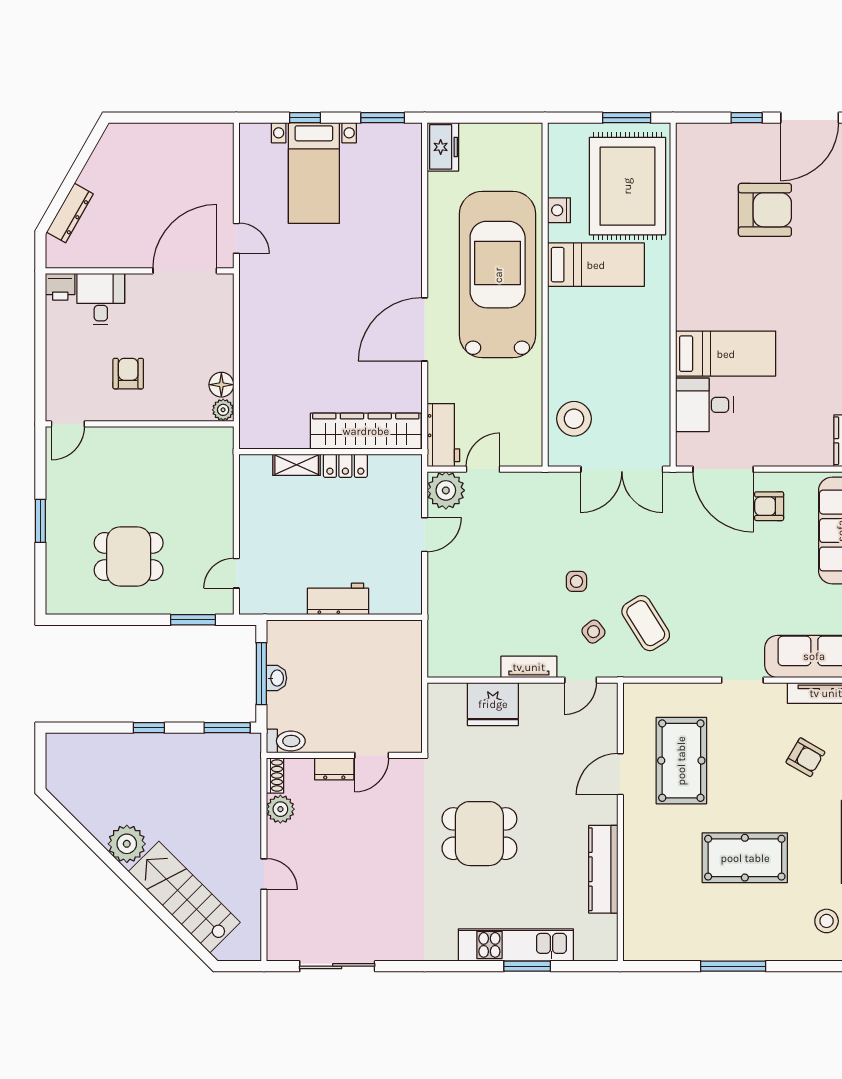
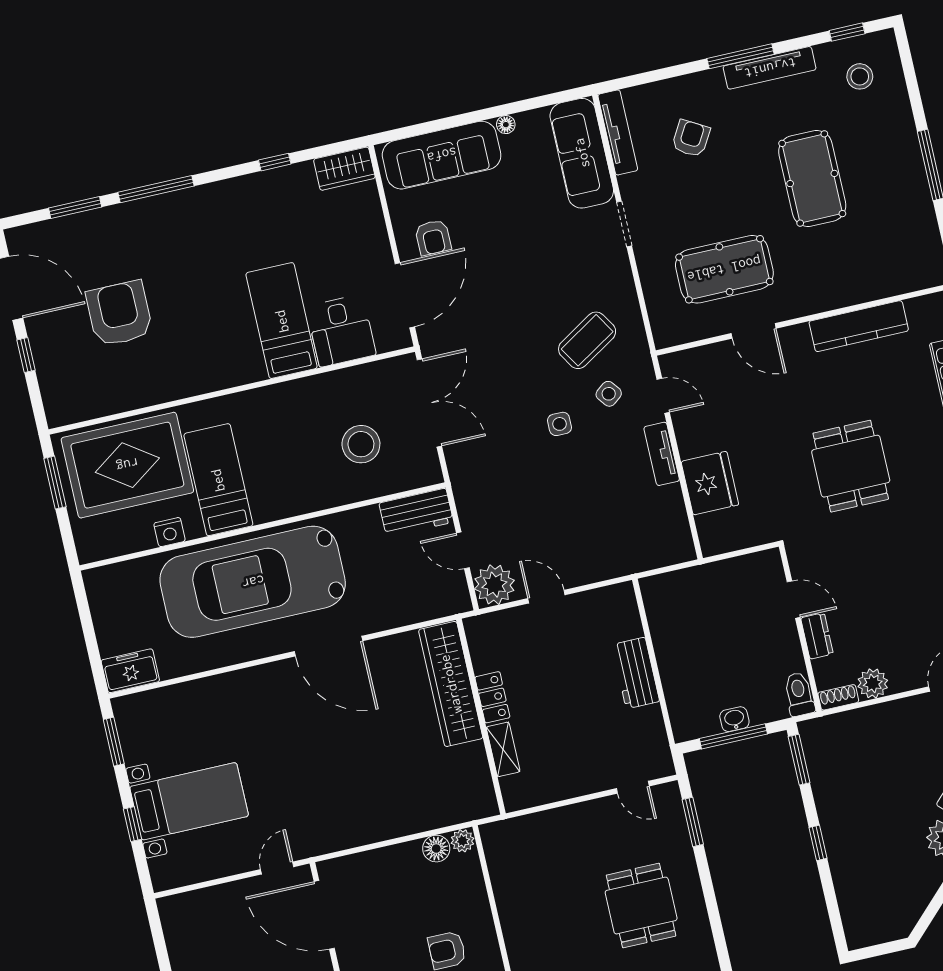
stool: (574, 419) -> (361, 444), moved
workbench: (443, 435) -> (416, 513), moved, turned 180

